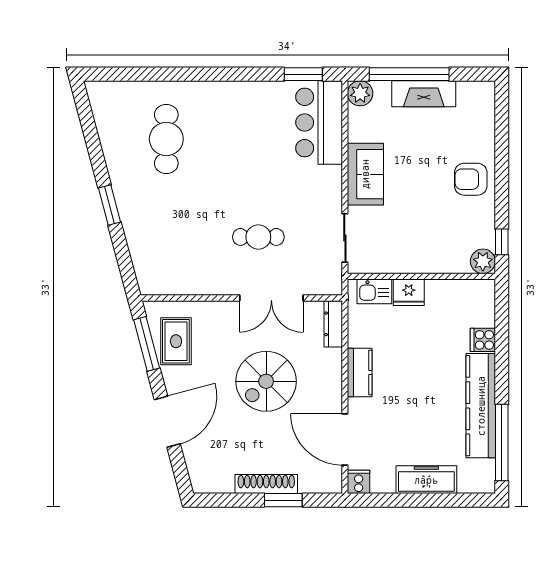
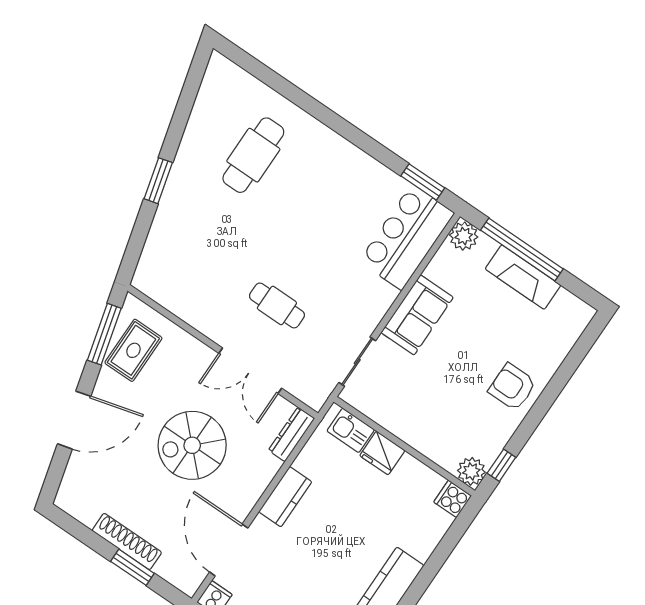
cooker: (483, 340) -> (453, 499), moved

